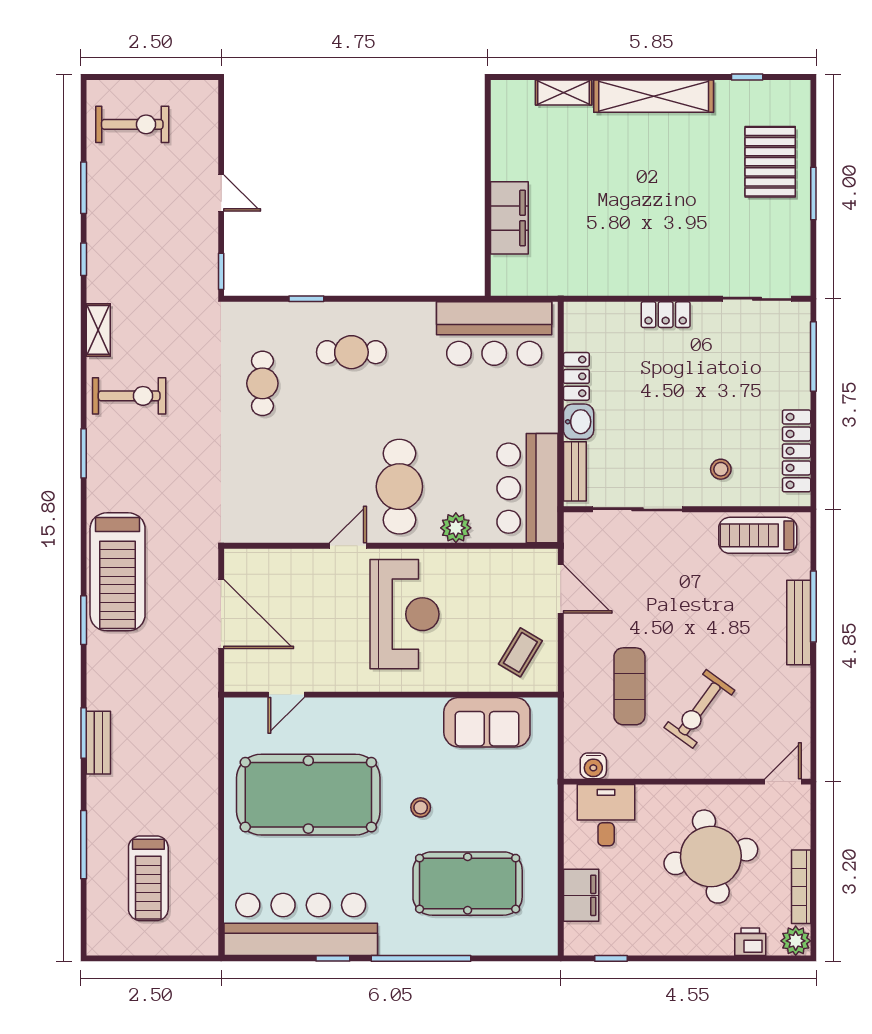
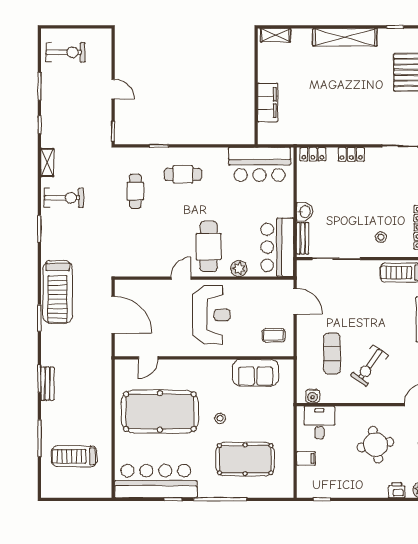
shelving: (564, 92) -> (275, 35), moved
locker: (576, 376) -> (313, 154), moved, turned 90
coffee table: (520, 652) -> (273, 335), turned 59
round table: (711, 857) -> (376, 445), width x0.73, depth x0.73
treadmill: (148, 878) -> (74, 456), turned 90
filing cabinet: (581, 895) -> (306, 458), width x0.50

